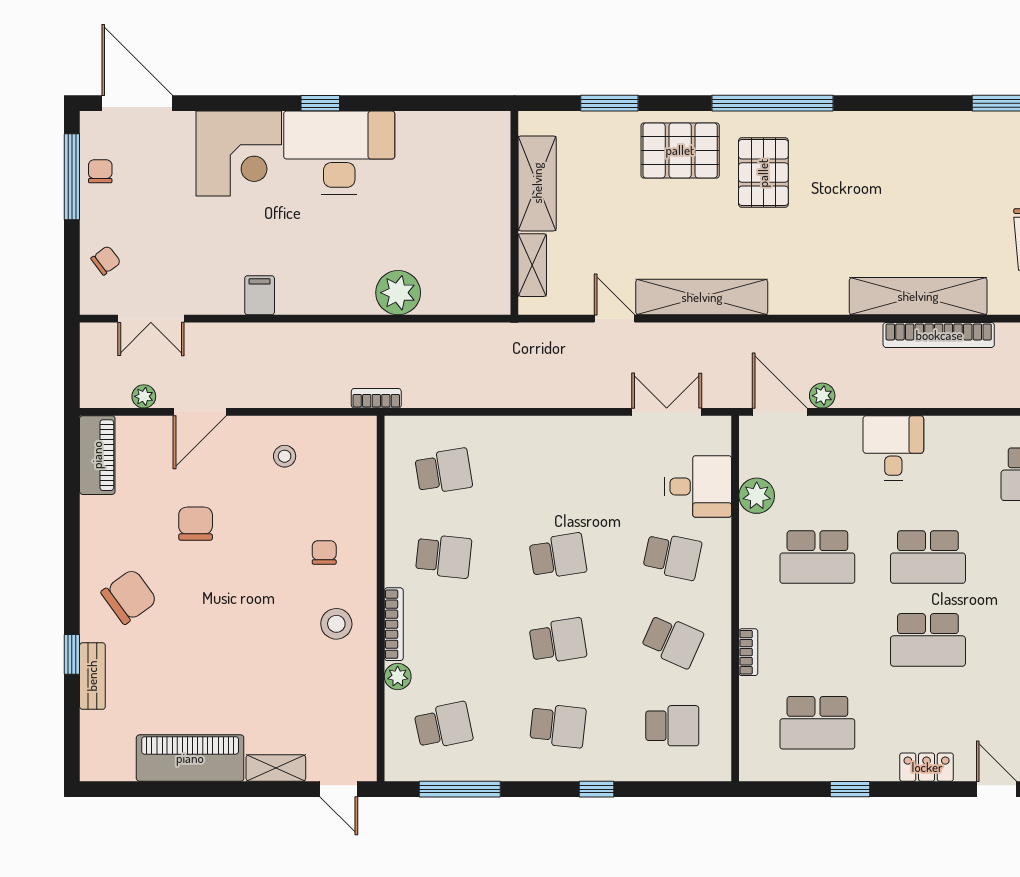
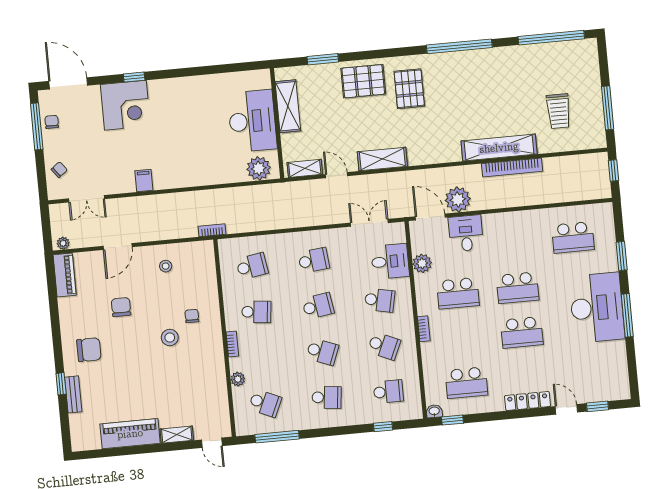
window: (320, 103) -> (134, 77), moved
window: (773, 103) -> (459, 46), moved
desk: (339, 152) -> (252, 121), moved, turned 90
shelving: (532, 265) -> (305, 168), moved, turned 90
plant: (398, 293) -> (259, 168), moved
shelving: (702, 297) -> (382, 159), width x0.68
plant: (144, 396) -> (63, 243), moved
plant: (822, 396) -> (458, 199), width x1.87, depth x1.87
desk: (893, 448) -> (466, 233), moved
school desk: (558, 471) -> (314, 260), added
chair: (129, 597) -> (89, 350), turned 36
stool: (336, 624) -> (170, 337), moved
bookcase: (394, 624) -> (232, 344), width x0.64
school desk: (558, 641) -> (322, 352), turned 30
bookcase: (748, 652) -> (424, 329), moved
school desk: (444, 726) -> (265, 403), turned 36
locker: (927, 767) -> (528, 401), width x1.53
washbasin: (753, 770) -> (434, 411), added
window: (596, 789) -> (383, 427), moved
window: (850, 789) -> (452, 420), moved

